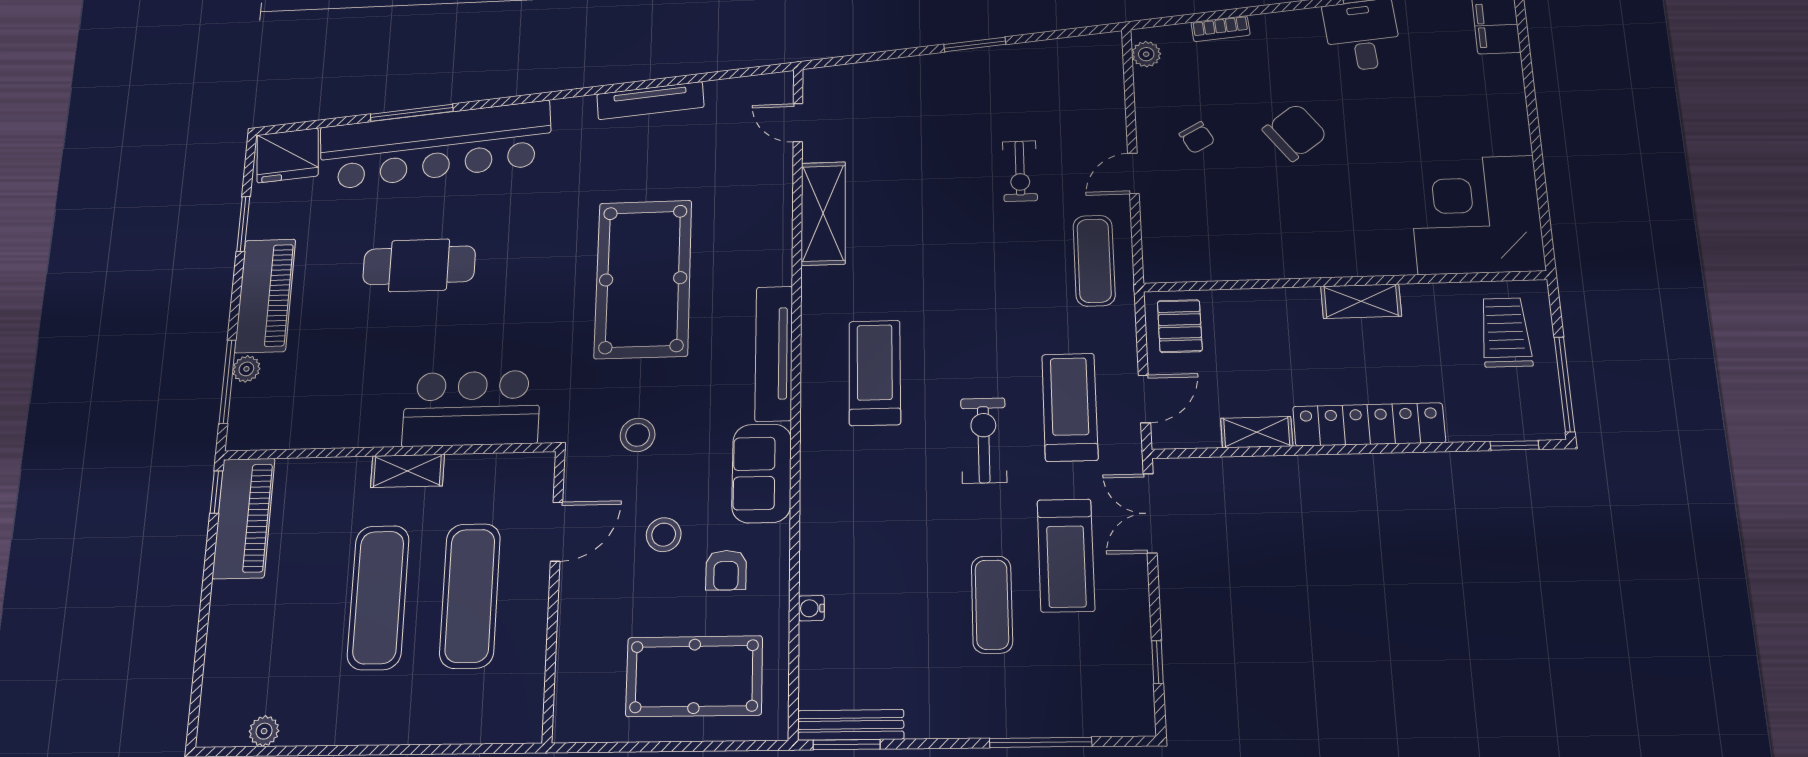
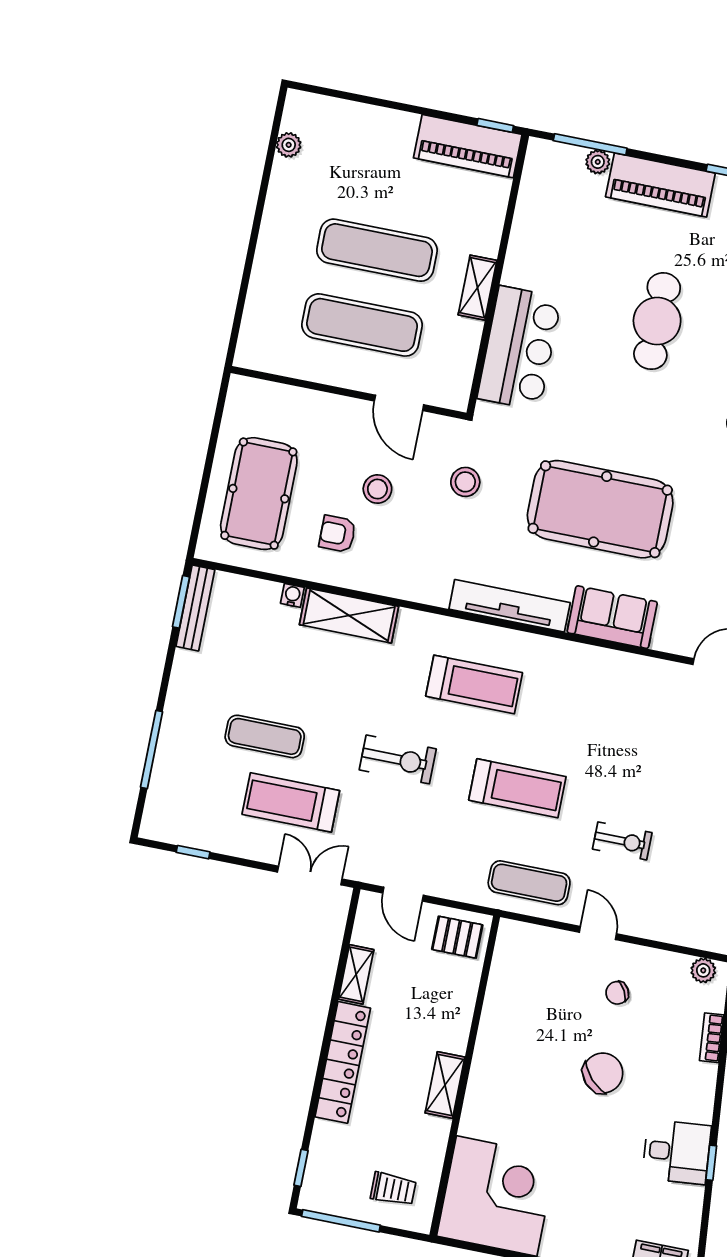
chair: (1295, 132) -> (603, 1073), turned -96
exercise bike: (1020, 171) -> (622, 841), turned 180
shelving: (823, 213) -> (349, 615), moved
trolley: (1505, 332) -> (393, 1189), width x0.73, depth x0.72
treadmill: (1070, 407) -> (517, 788), moved
sofa: (762, 473) -> (612, 617), moved

